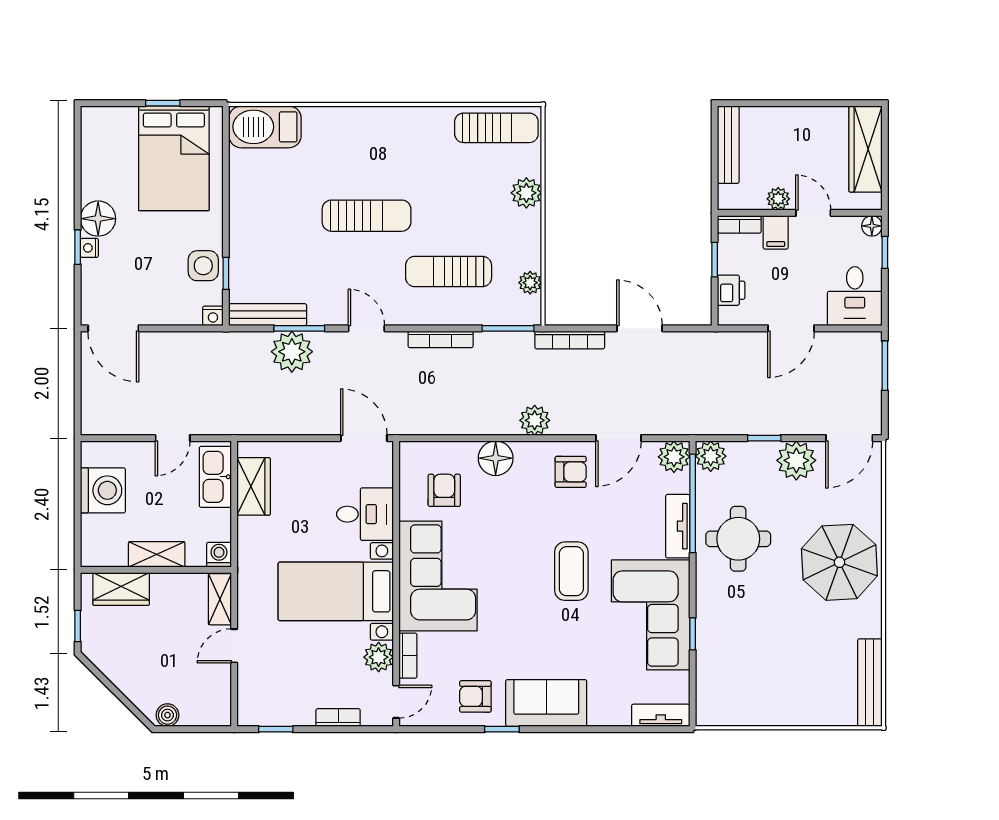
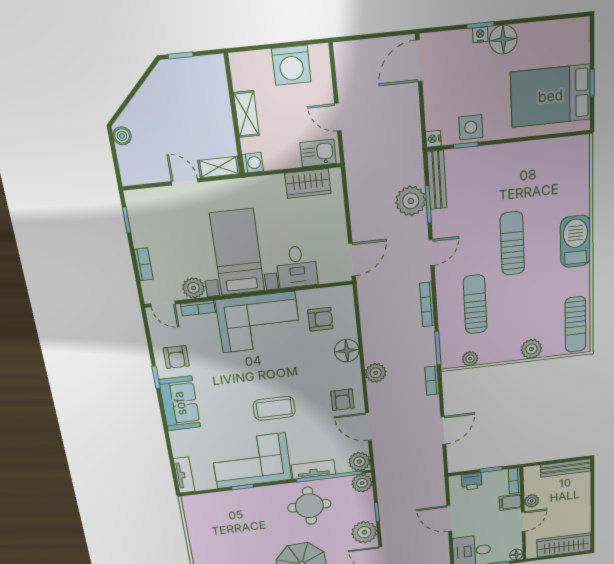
barbecue: (265, 127) -> (576, 241), moved
sun lounger: (367, 216) -> (512, 244), turned 180
bookcase: (570, 340) -> (432, 381), width x0.64
kitchen sink: (215, 477) -> (318, 153), width x0.73
wardrobe: (121, 589) -> (215, 88), removed
armchair: (475, 696) -> (176, 357), turned 180

